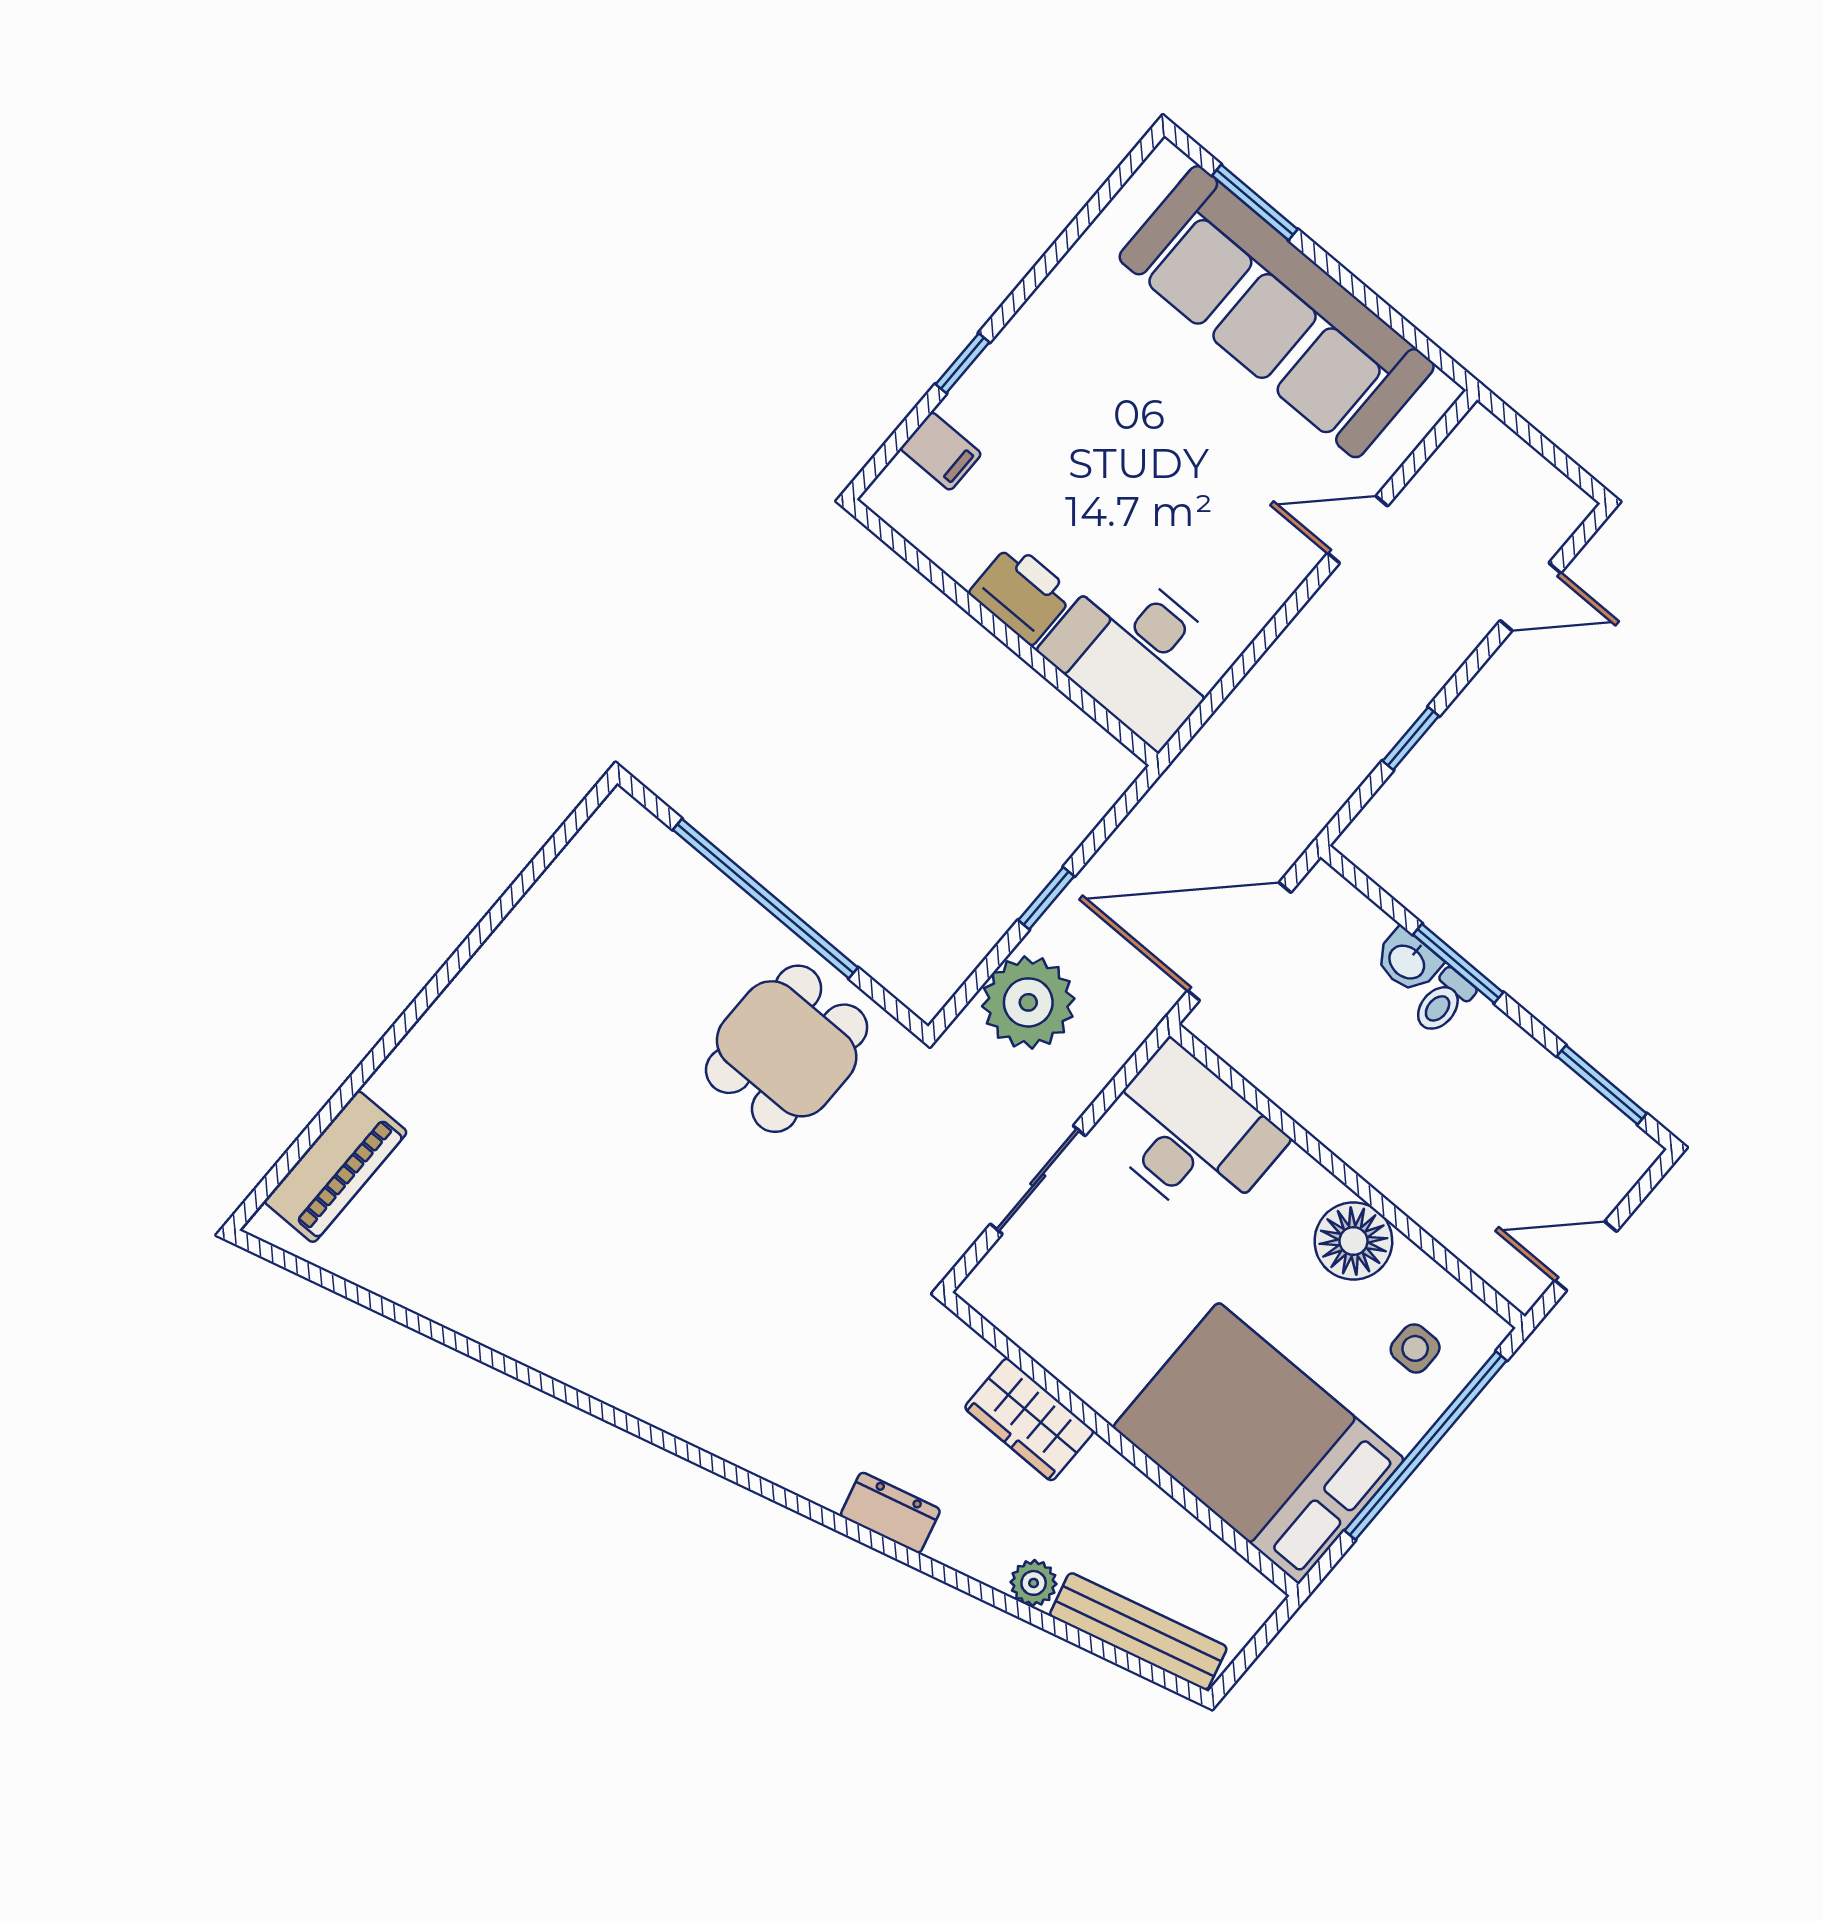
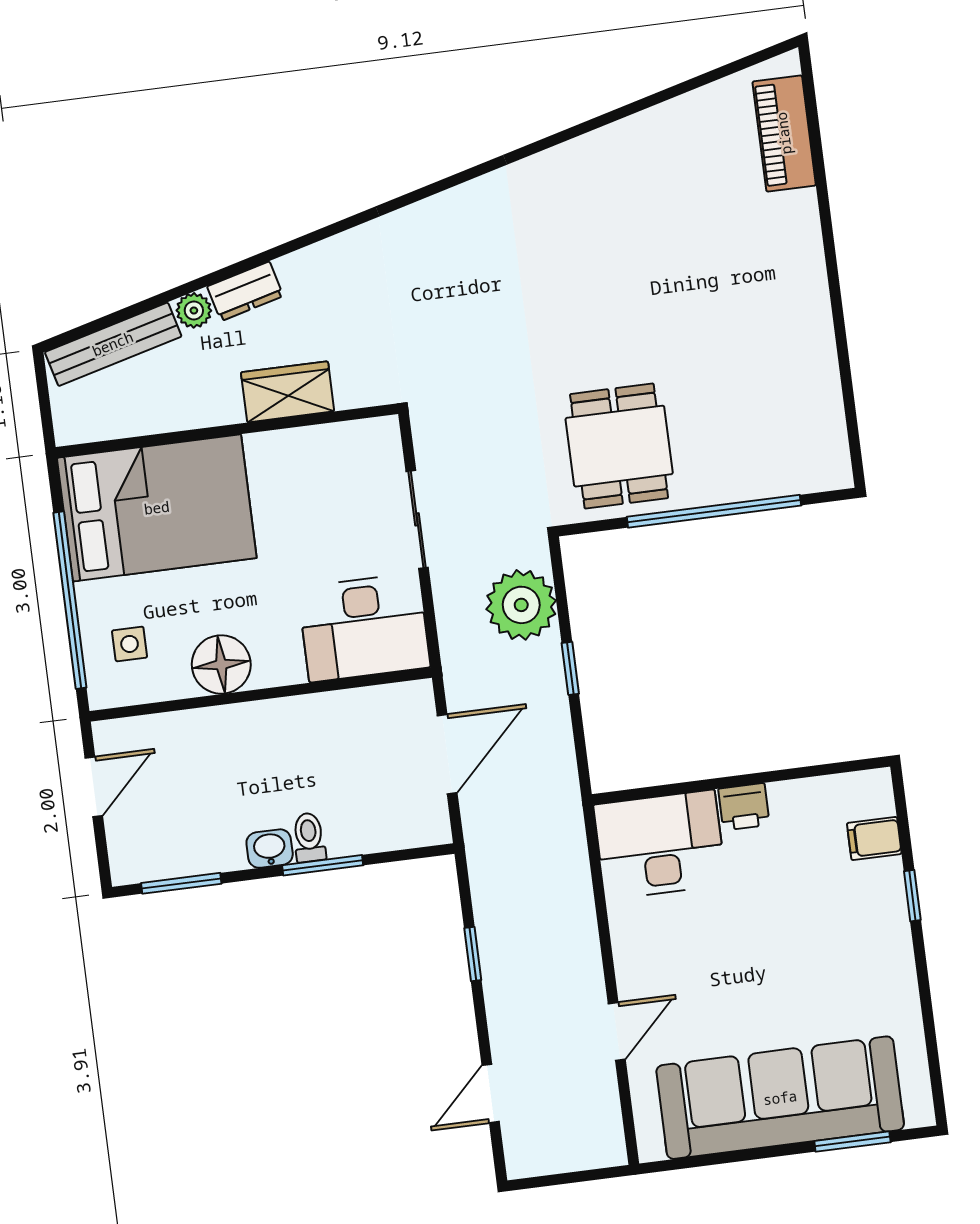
printer: (1022, 594) -> (744, 807), width x0.73, depth x0.81
door: (1239, 941) -> (447, 754), width x0.73
washbasin: (1408, 961) -> (270, 849), moved
dresser: (890, 1513) -> (245, 291), moved

